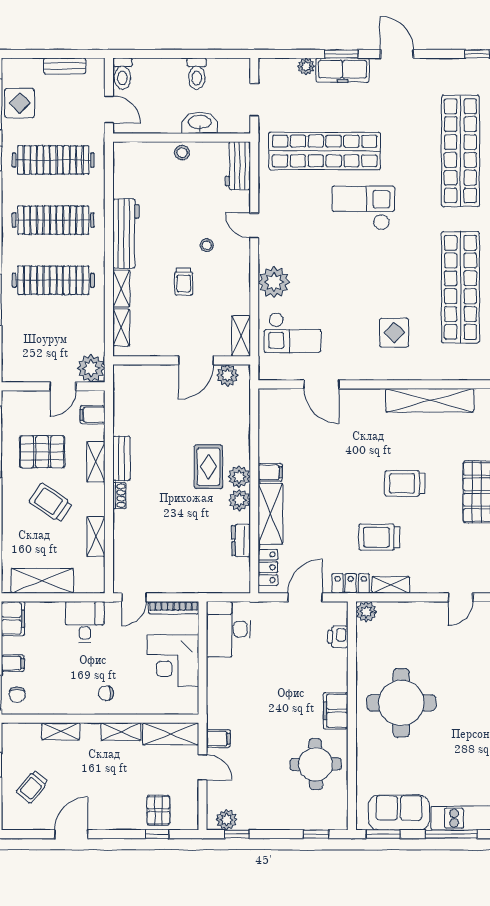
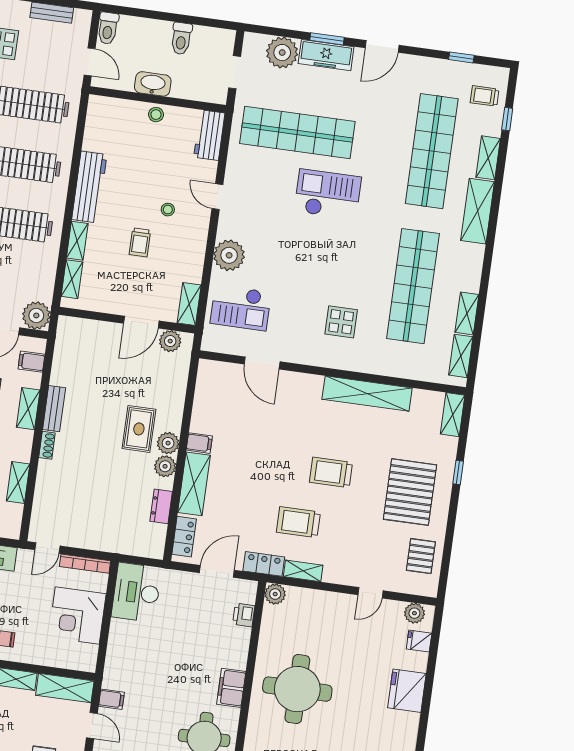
door: (397, 54) -> (382, 46), swing flipped
plant: (306, 66) -> (282, 53), width x1.88, depth x1.88
washbasin: (200, 123) -> (153, 84), moved

